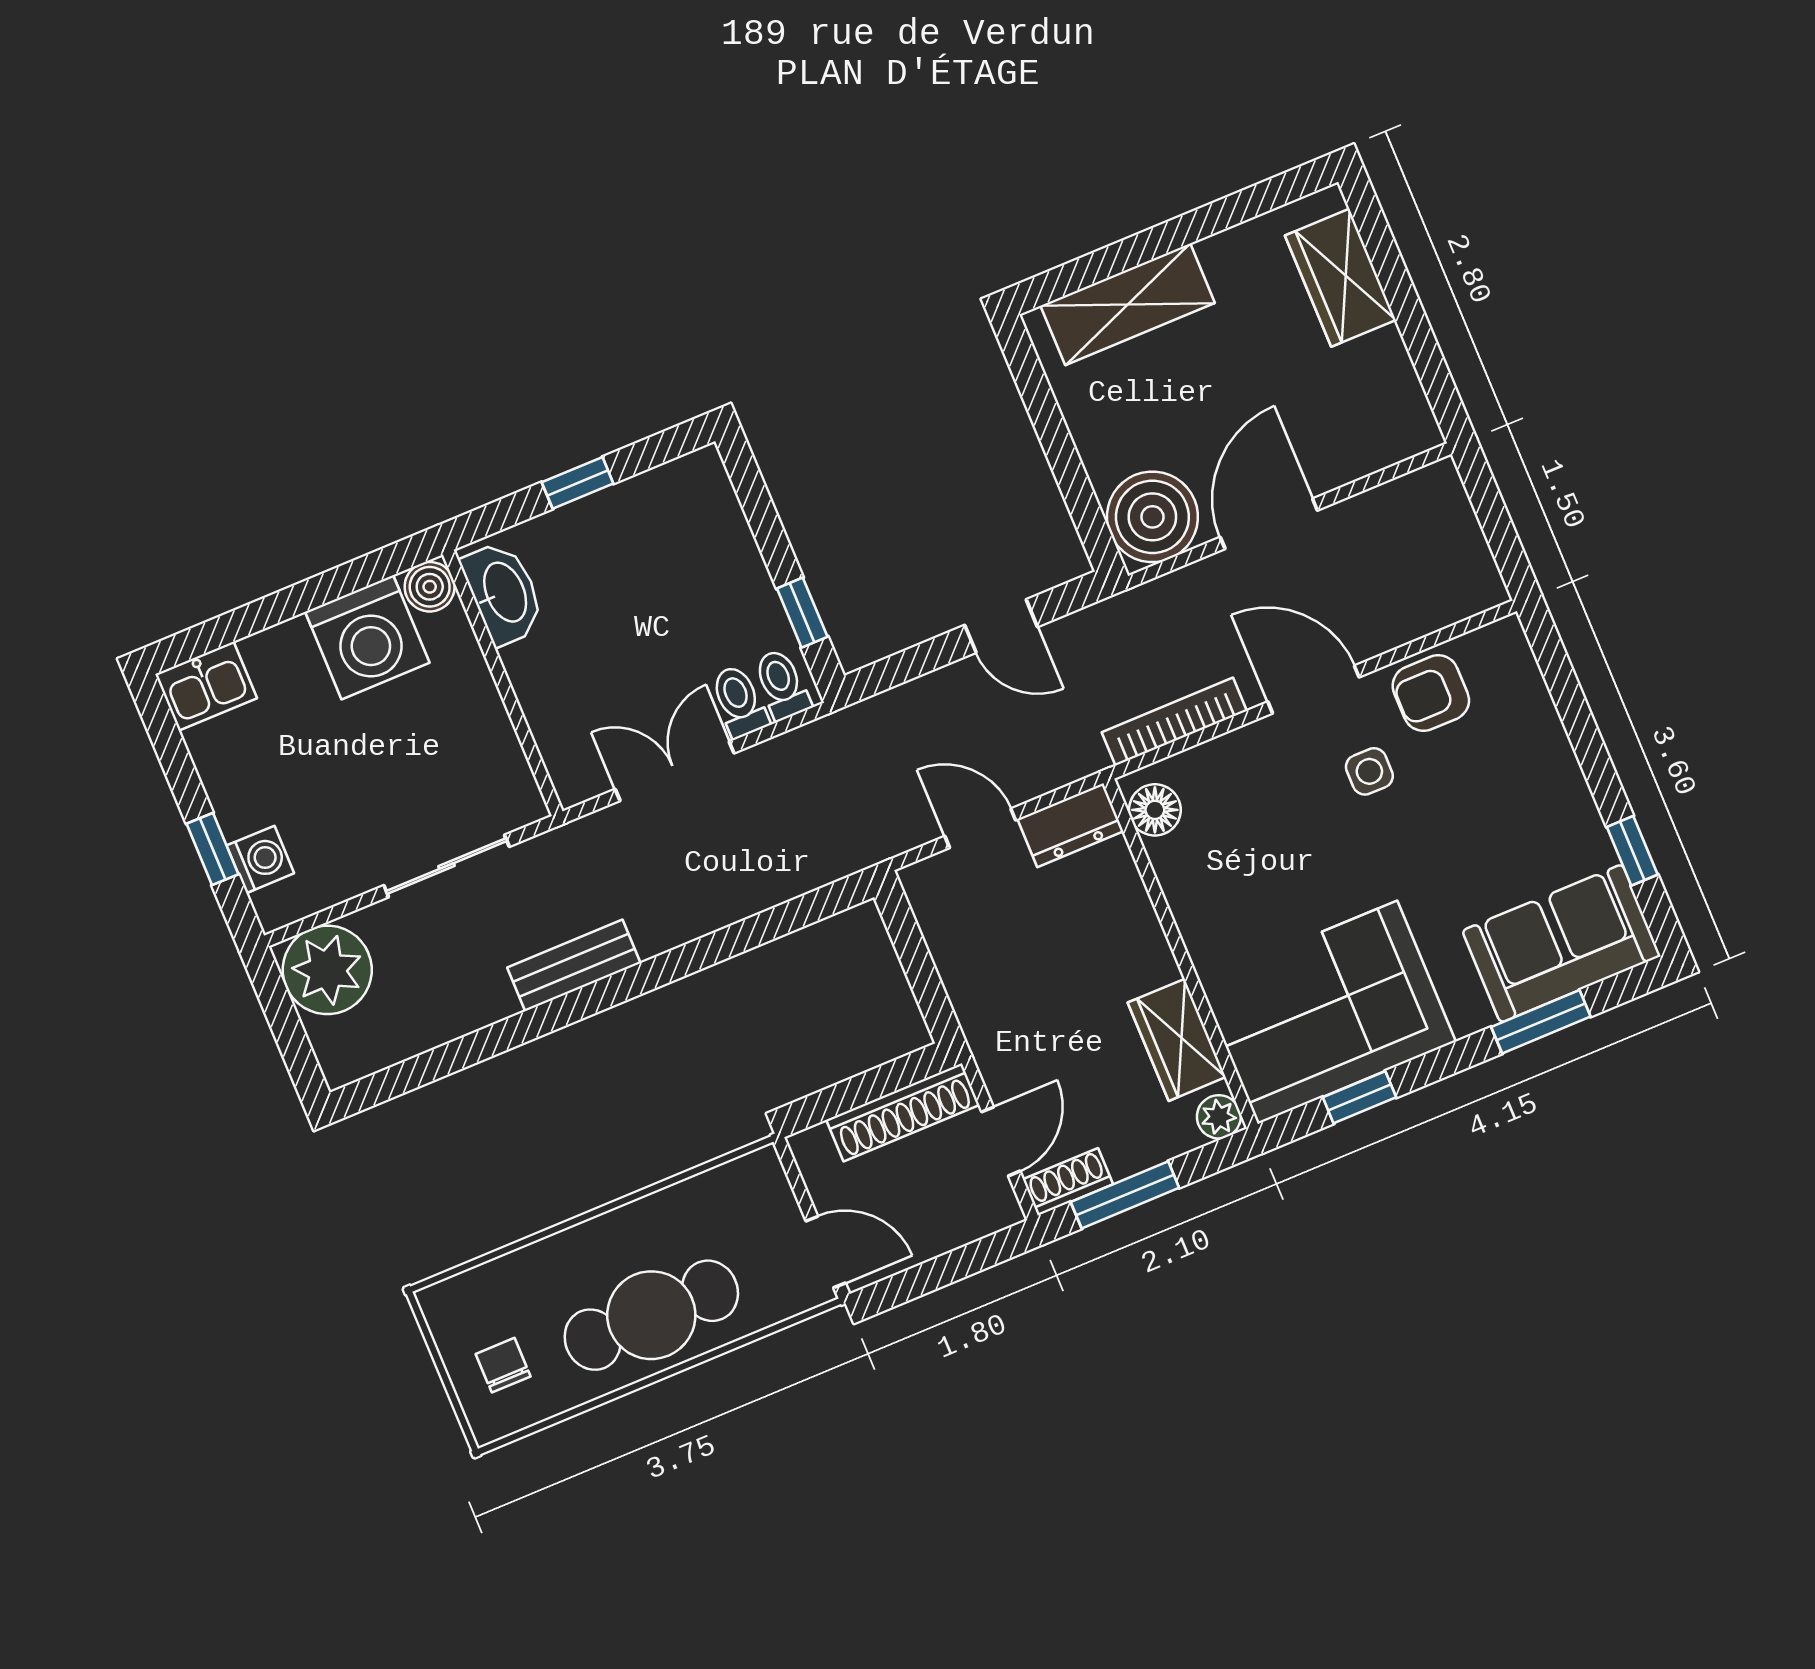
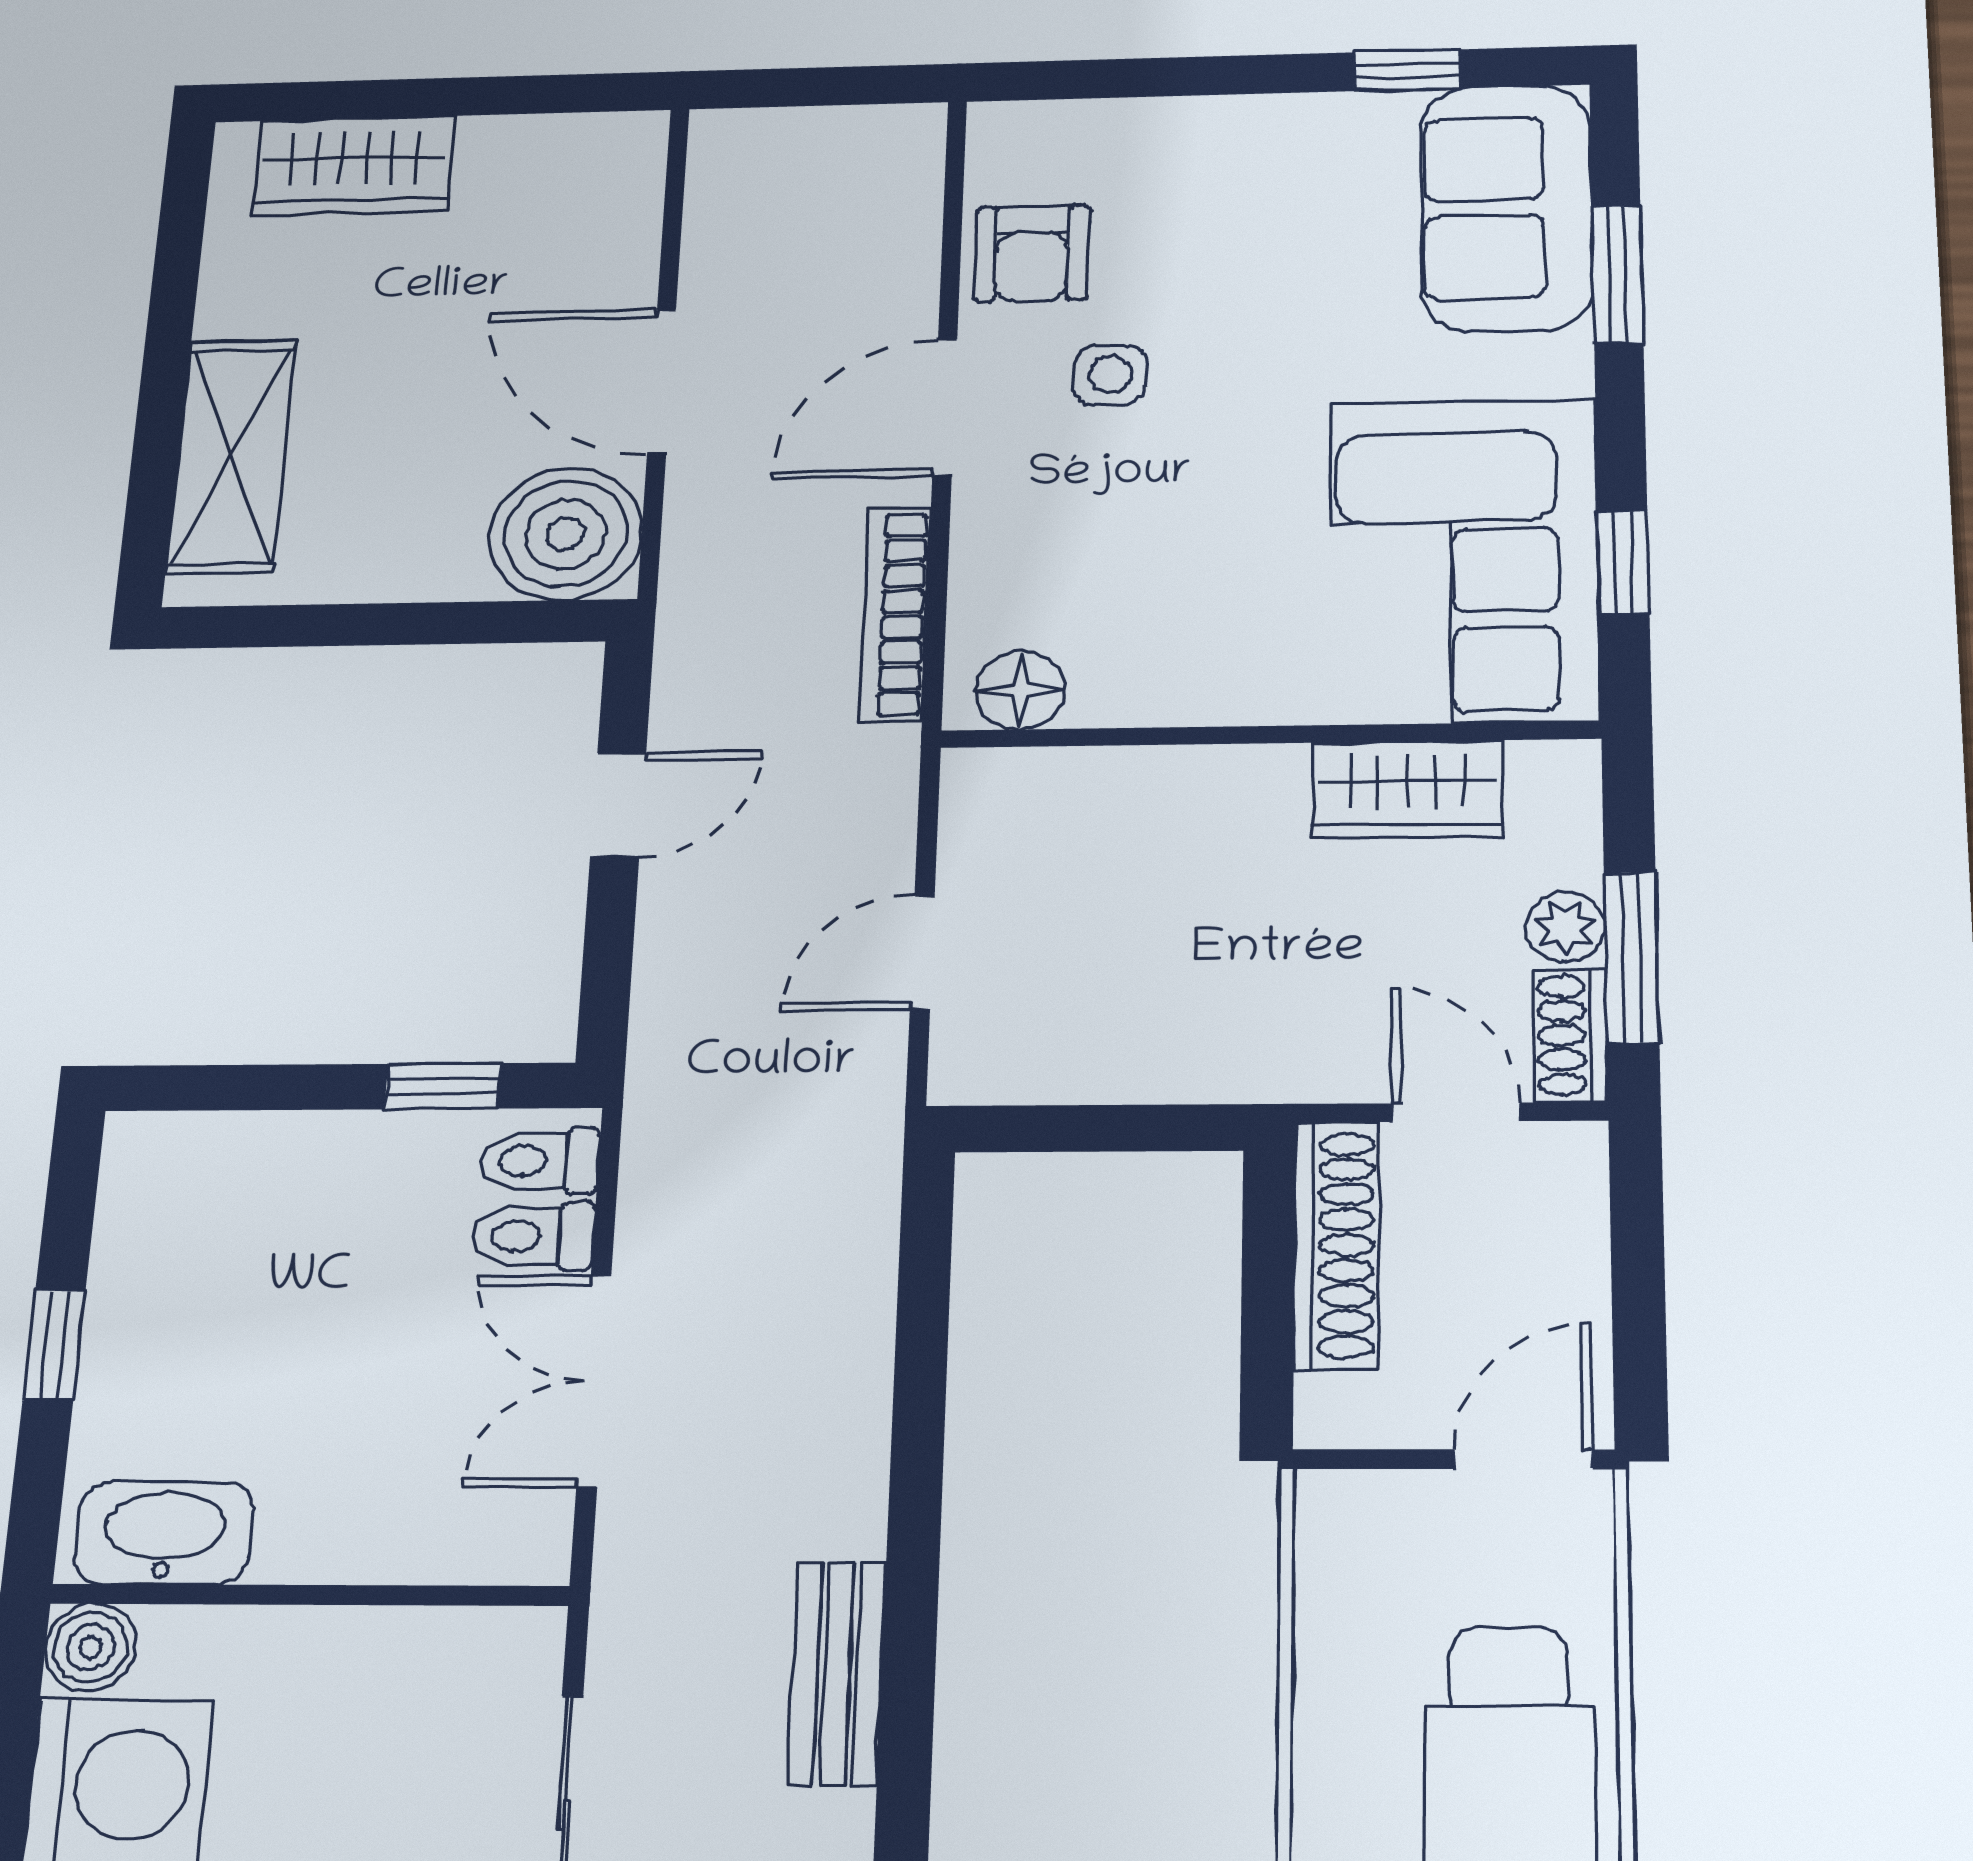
dresser: (1070, 825) -> (984, 819), removed
plant: (1219, 1117) -> (1565, 927), moved

